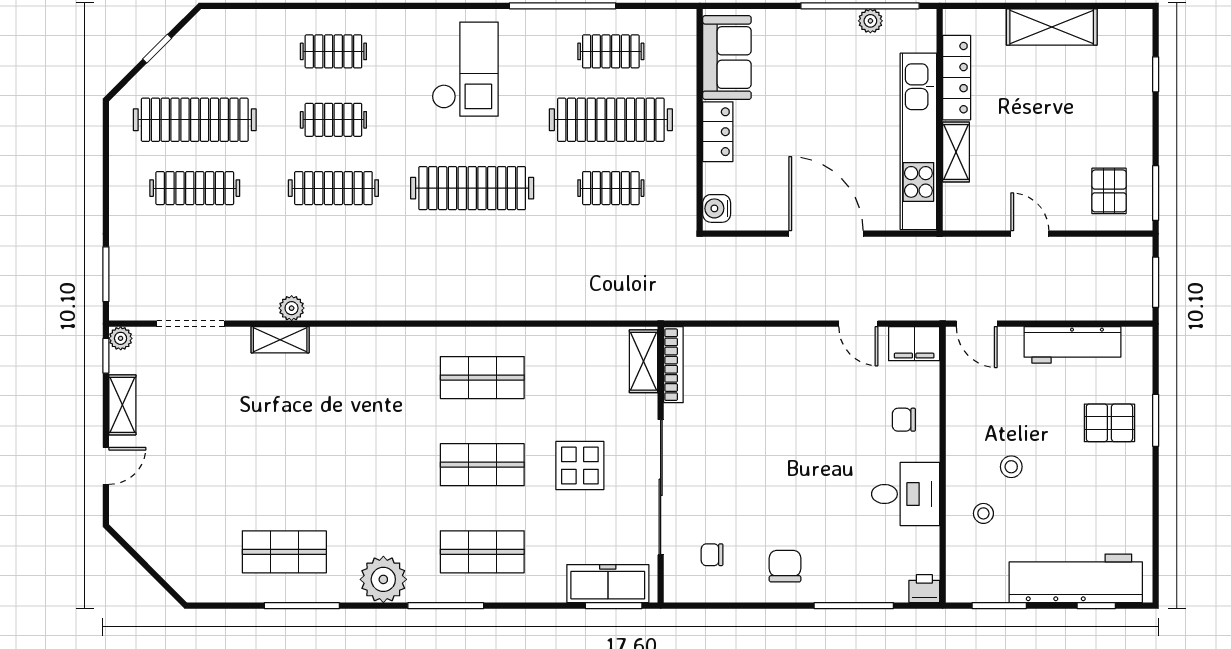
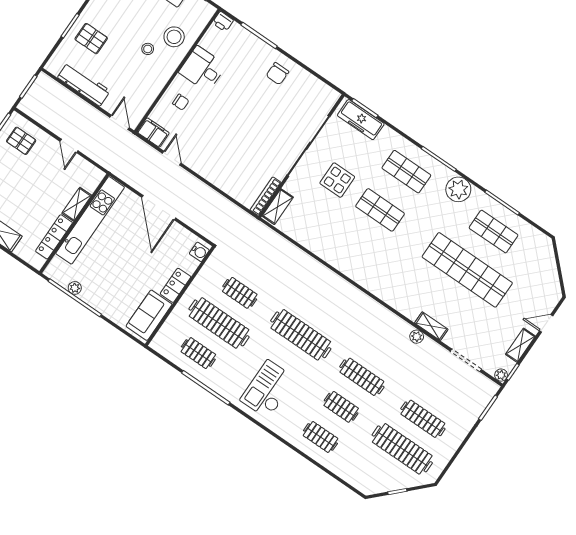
pallet: (1109, 191) -> (21, 141), turned 90
shop shelf: (482, 378) -> (467, 270), moved, width x2.00, depth x1.36
stool: (983, 513) -> (174, 37), width x1.89, depth x1.89
chair: (712, 555) -> (306, 101), removed

